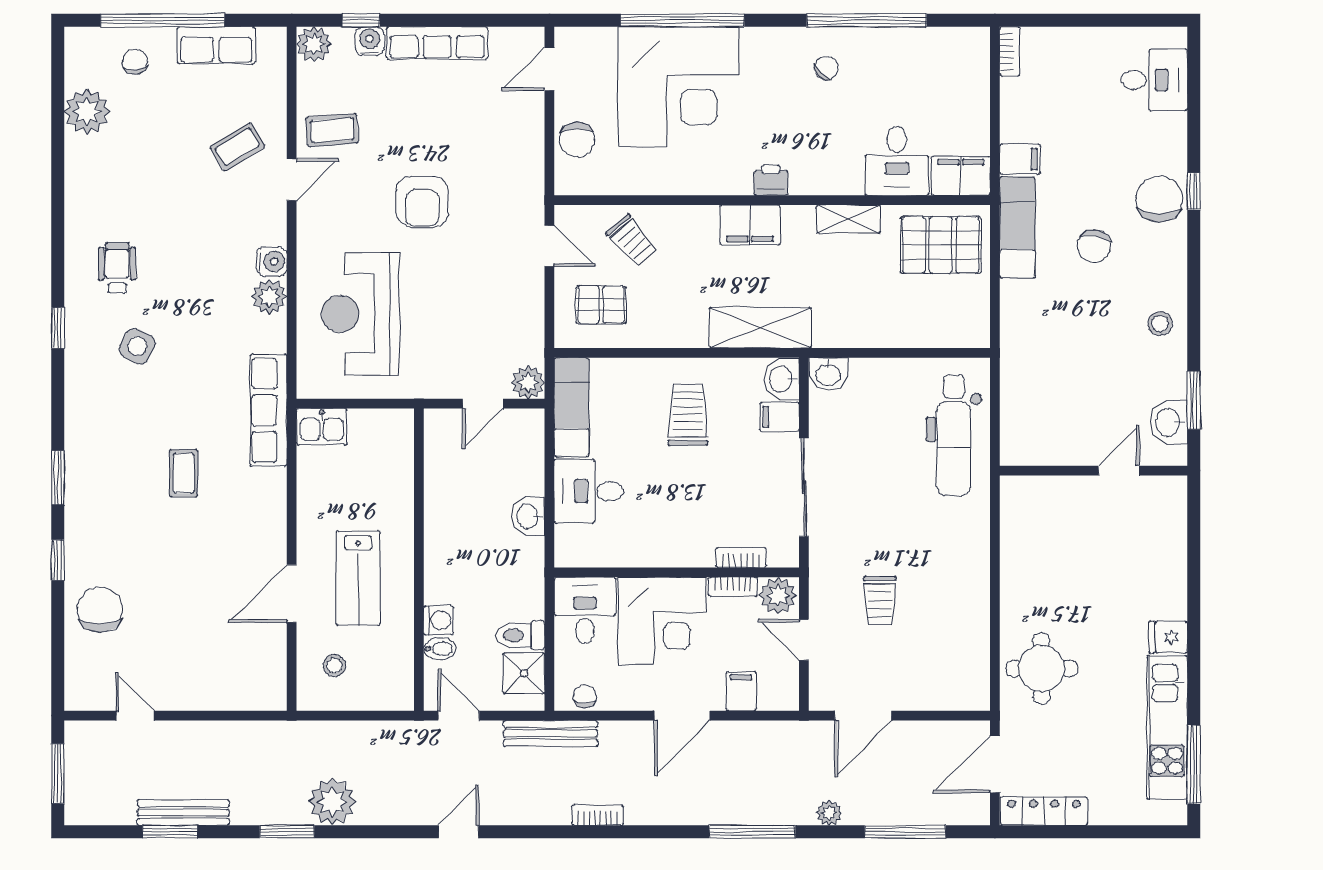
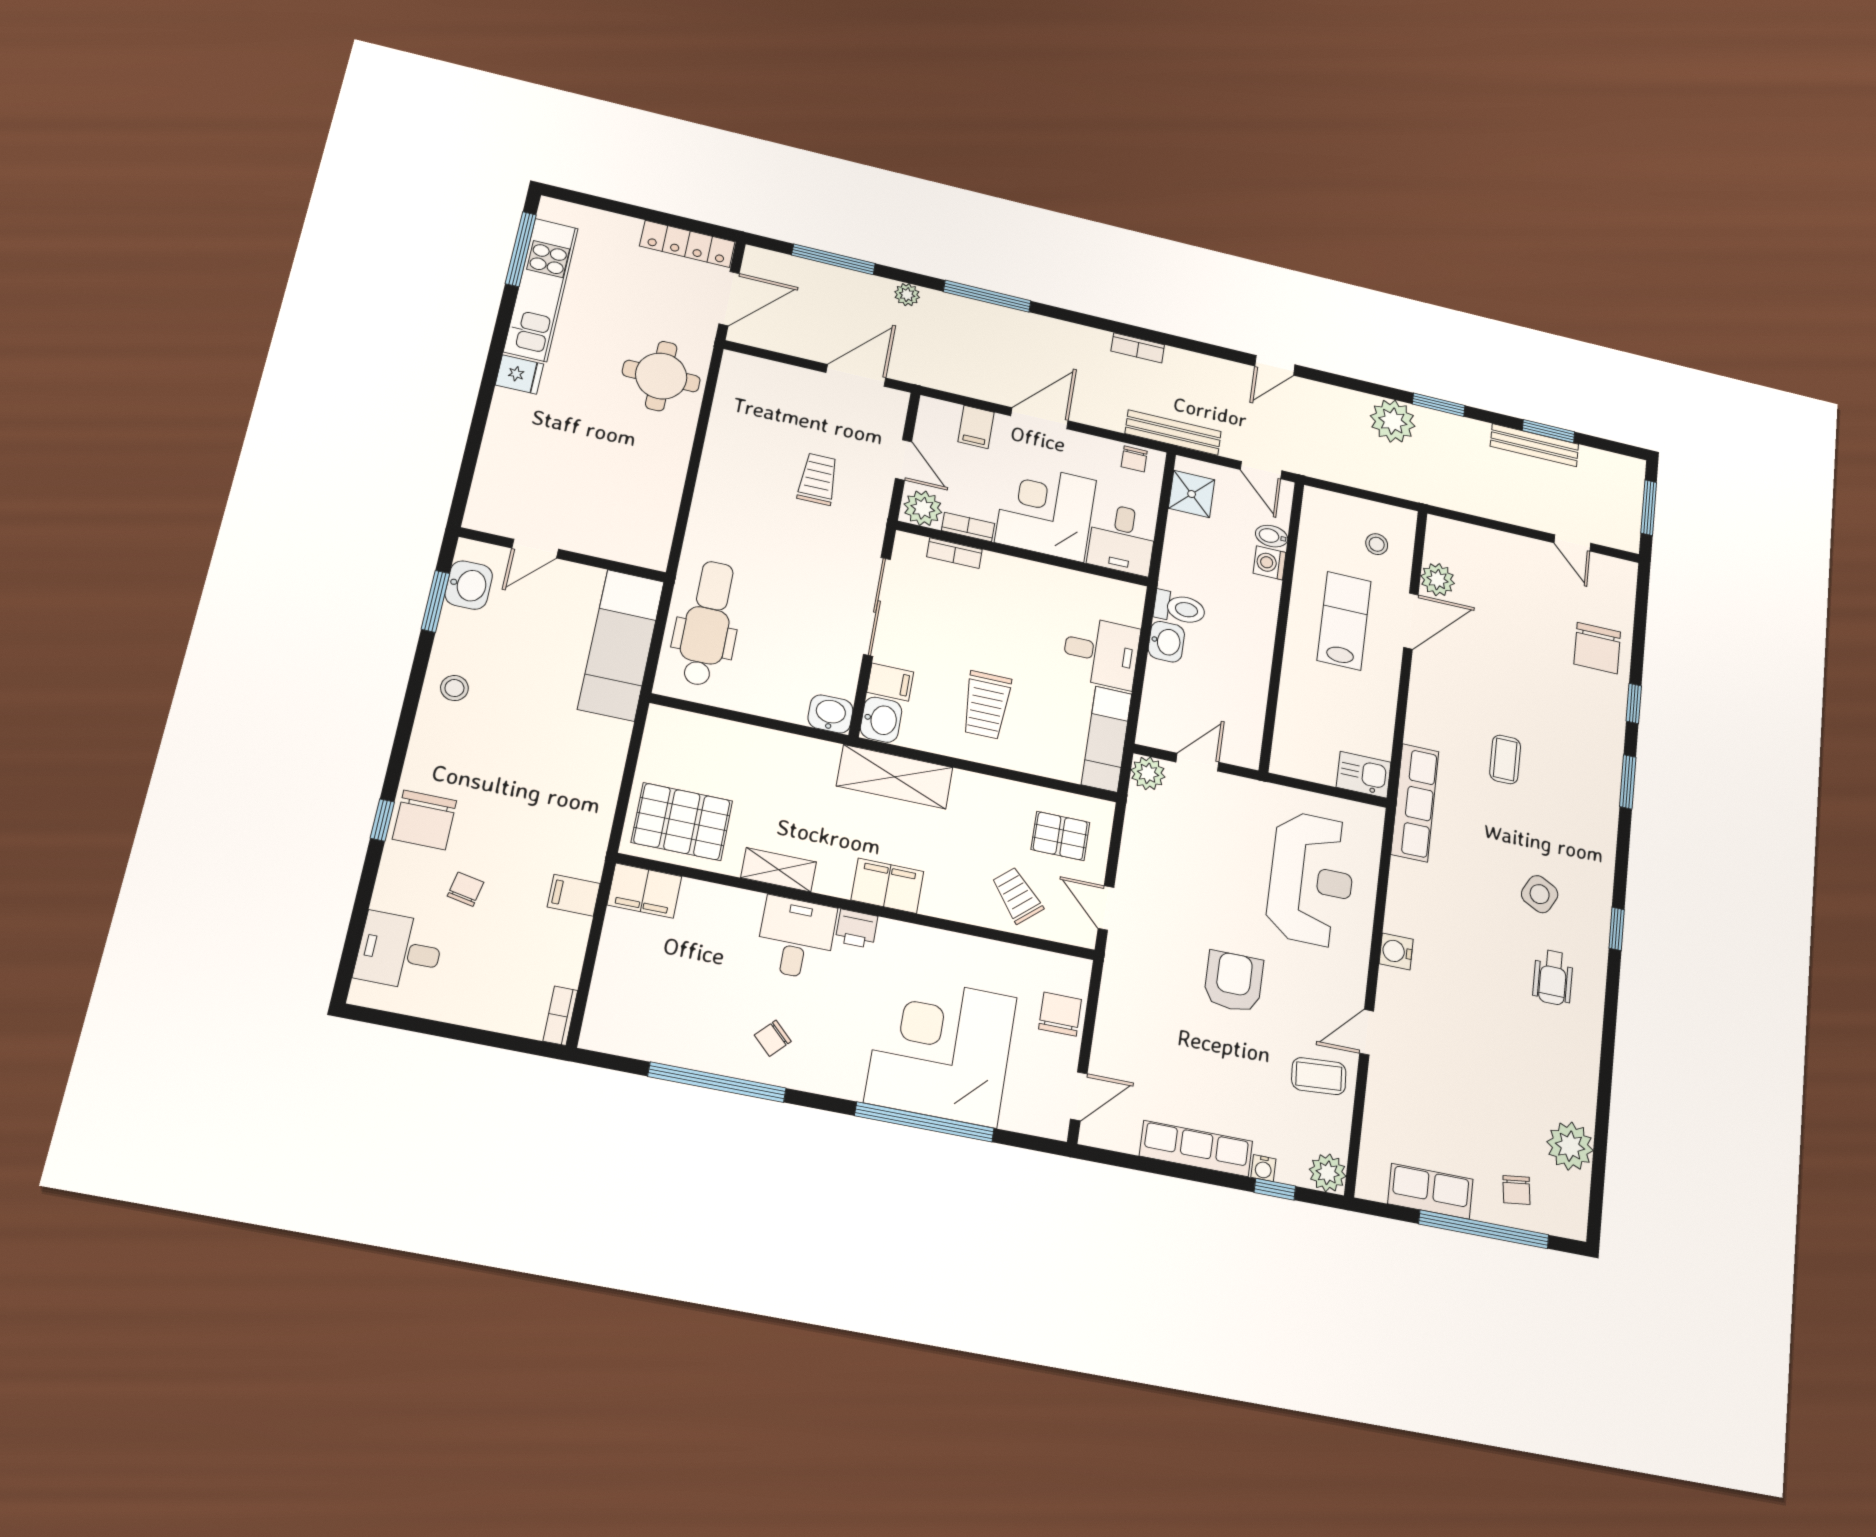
water cooler: (370, 41) -> (1263, 1168), width x0.72, depth x0.72
coffee table: (237, 147) -> (1419, 1078), removed
desk: (897, 161) -> (796, 938), moved
exam couch: (1017, 227) -> (621, 645), moved, width x1.36, depth x1.45
chair: (1094, 246) -> (465, 889), moved, width x0.73, depth x0.73
plant: (269, 297) -> (1438, 580), moved
toilet: (520, 635) -> (1180, 608), moved

